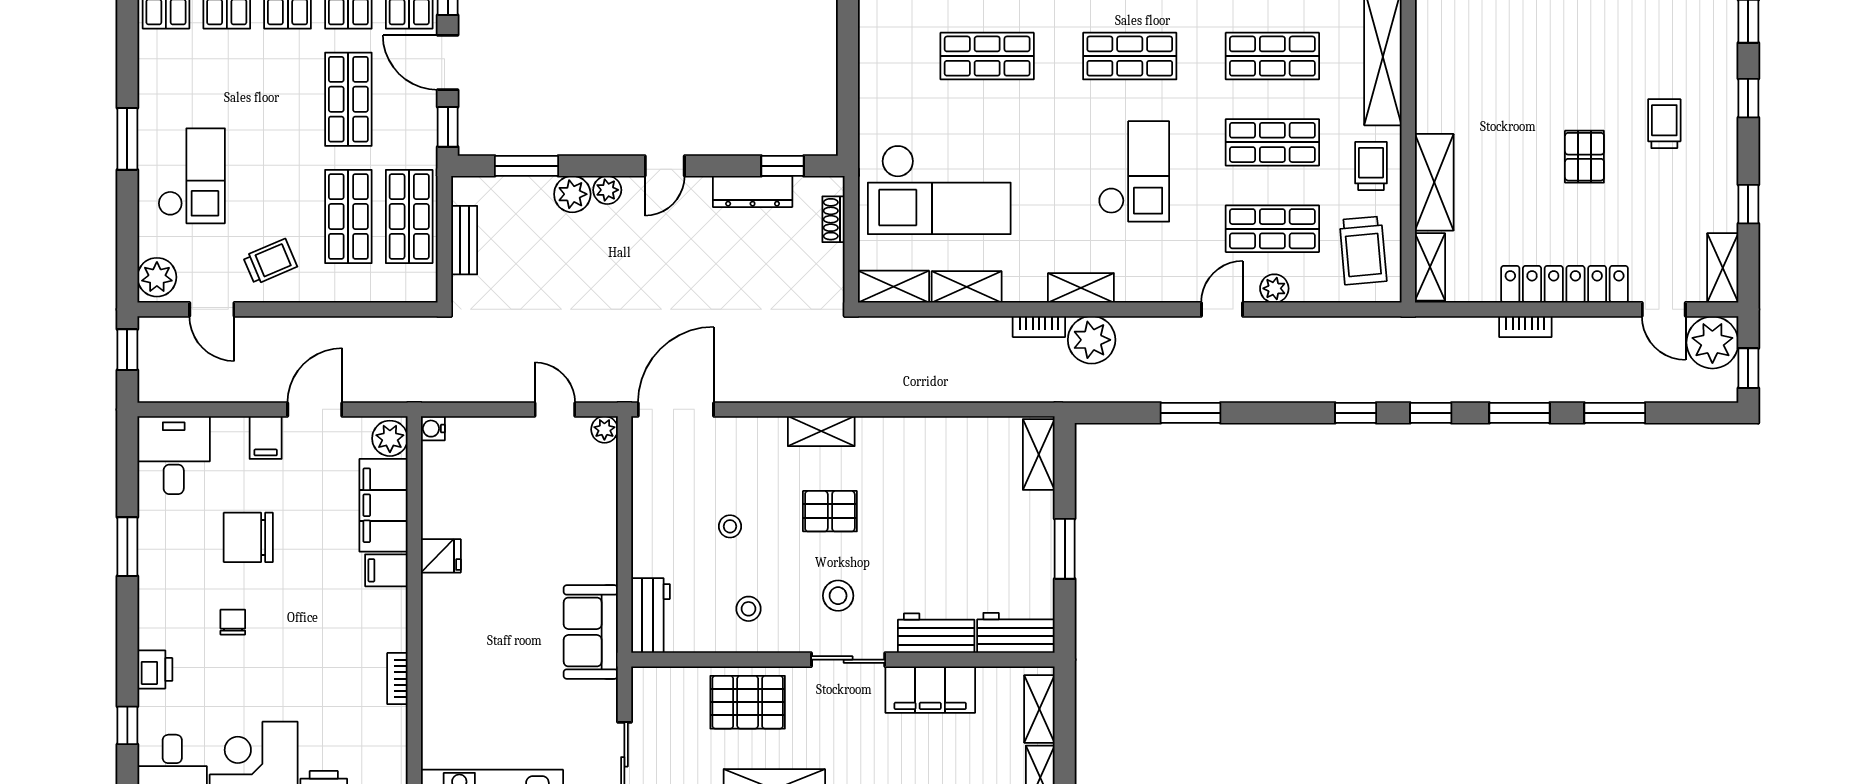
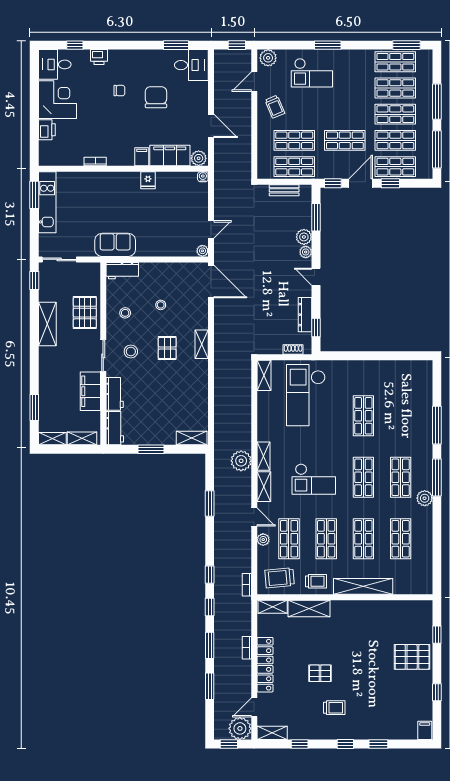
shelving: (967, 287) -> (264, 487), moved
bookcase: (1039, 327) -> (247, 585), moved
filing cabinet: (266, 437) -> (199, 105), removed
window: (127, 547) -> (176, 45), moved

